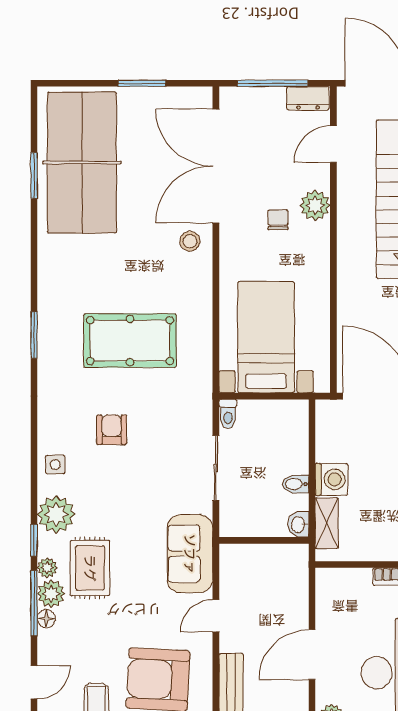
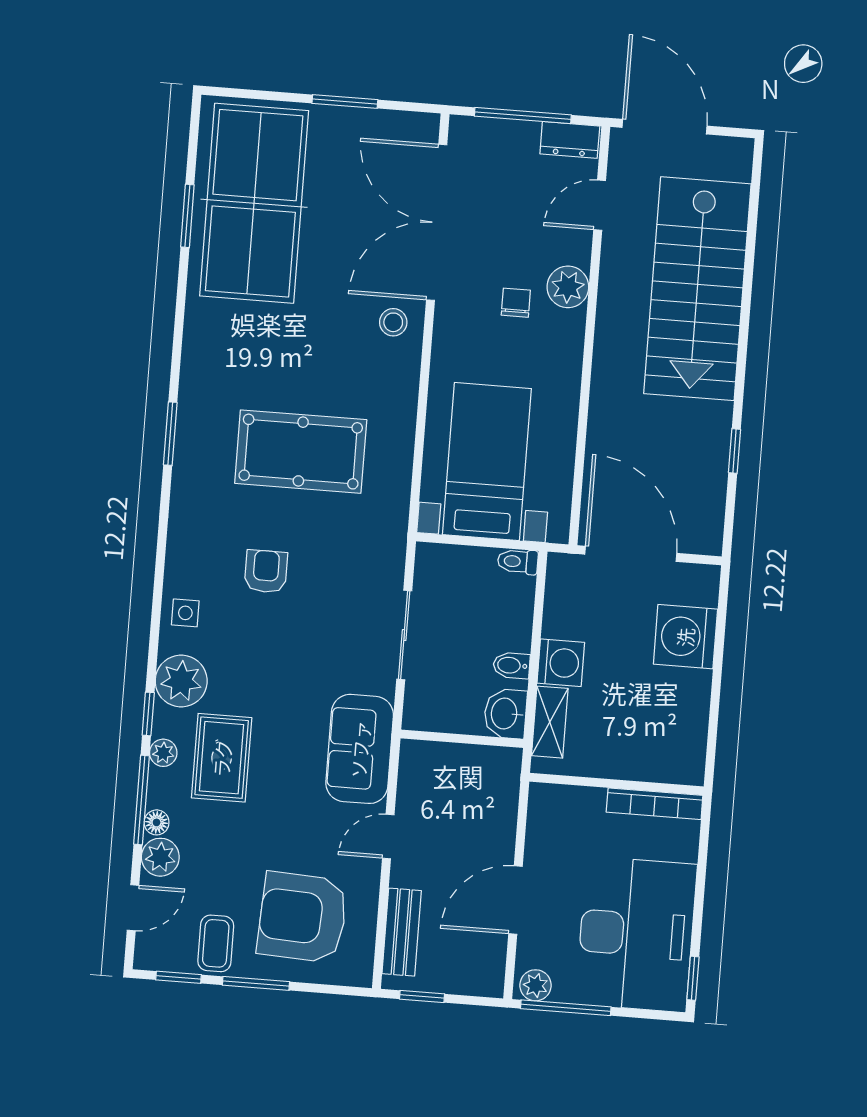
toilet: (228, 414) -> (518, 562), moved, turned 90
washbasin: (299, 524) -> (505, 714), width x1.38, depth x1.45
plant: (51, 594) -> (160, 857), moved

